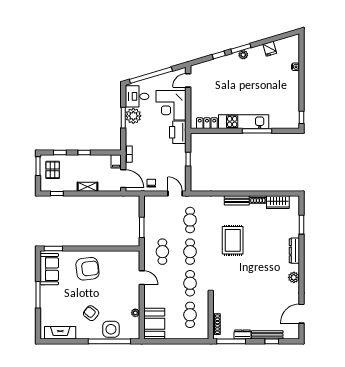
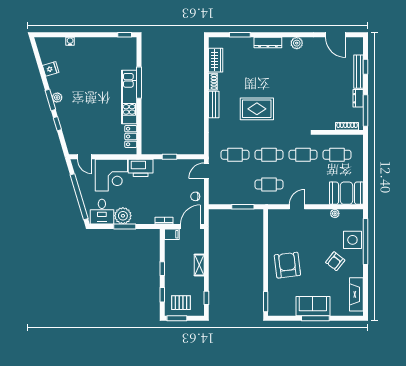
sofa: (49, 269) -> (313, 306), moved

